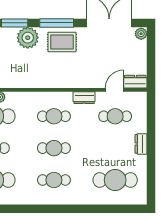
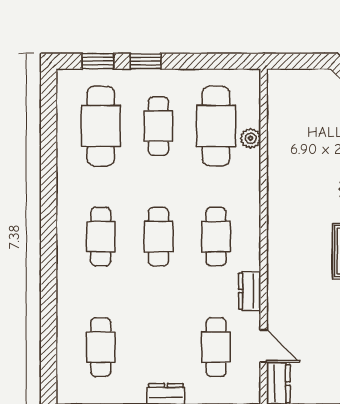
cafe table: (115, 180) -> (101, 347), width x0.73, depth x0.74

